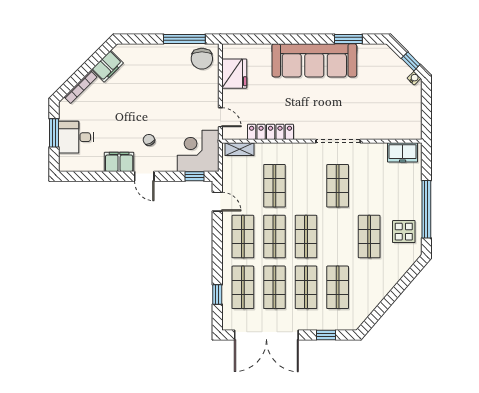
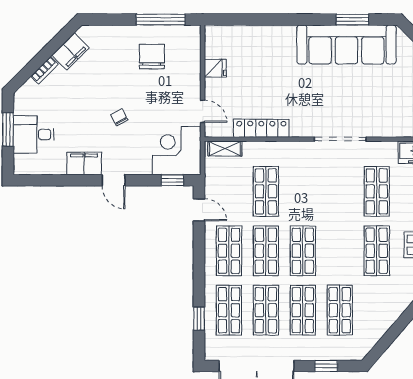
chair: (202, 59) -> (152, 57), moved, turned 180
sofa: (314, 60) -> (346, 45), moved
fridge: (234, 74) -> (215, 68), width x0.53, depth x0.75
bookcase: (80, 87) -> (45, 70), width x0.64
chair: (149, 140) -> (119, 117), moved
shop shelf: (338, 186) -> (377, 191), moved

